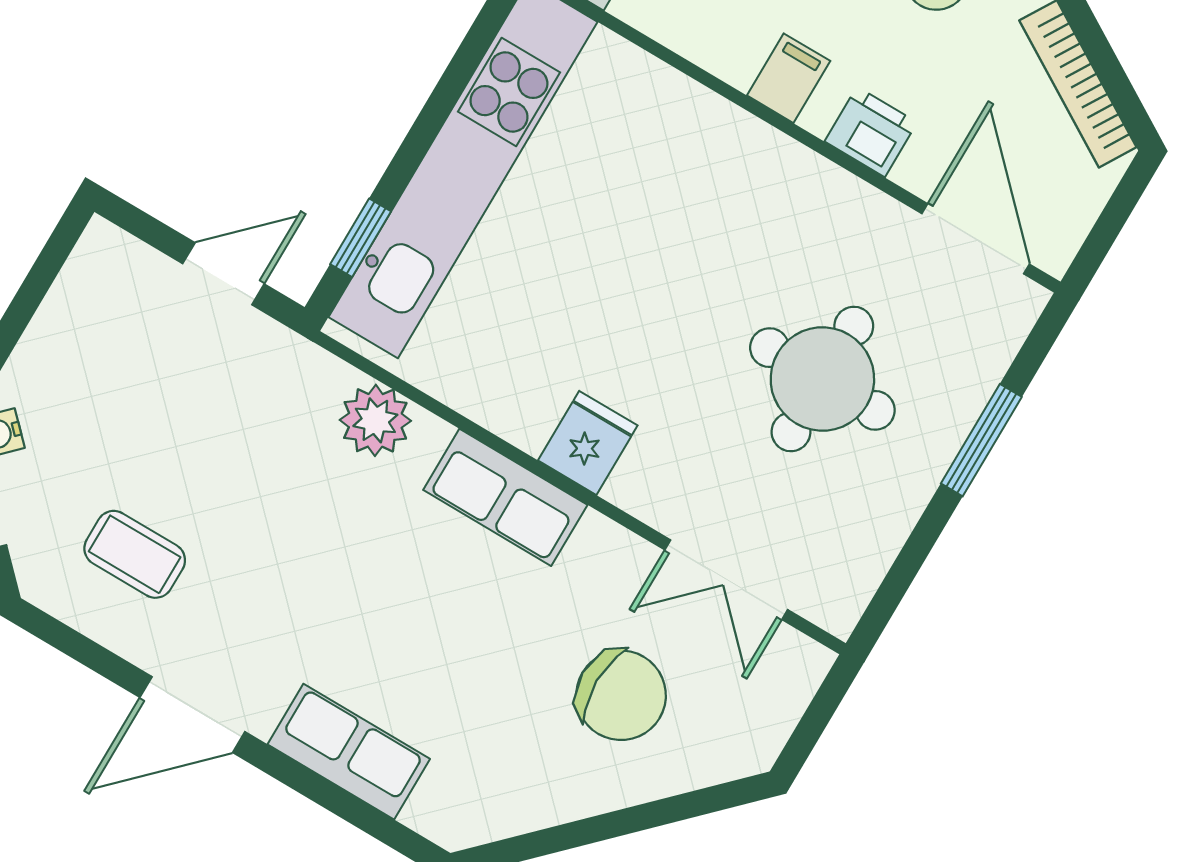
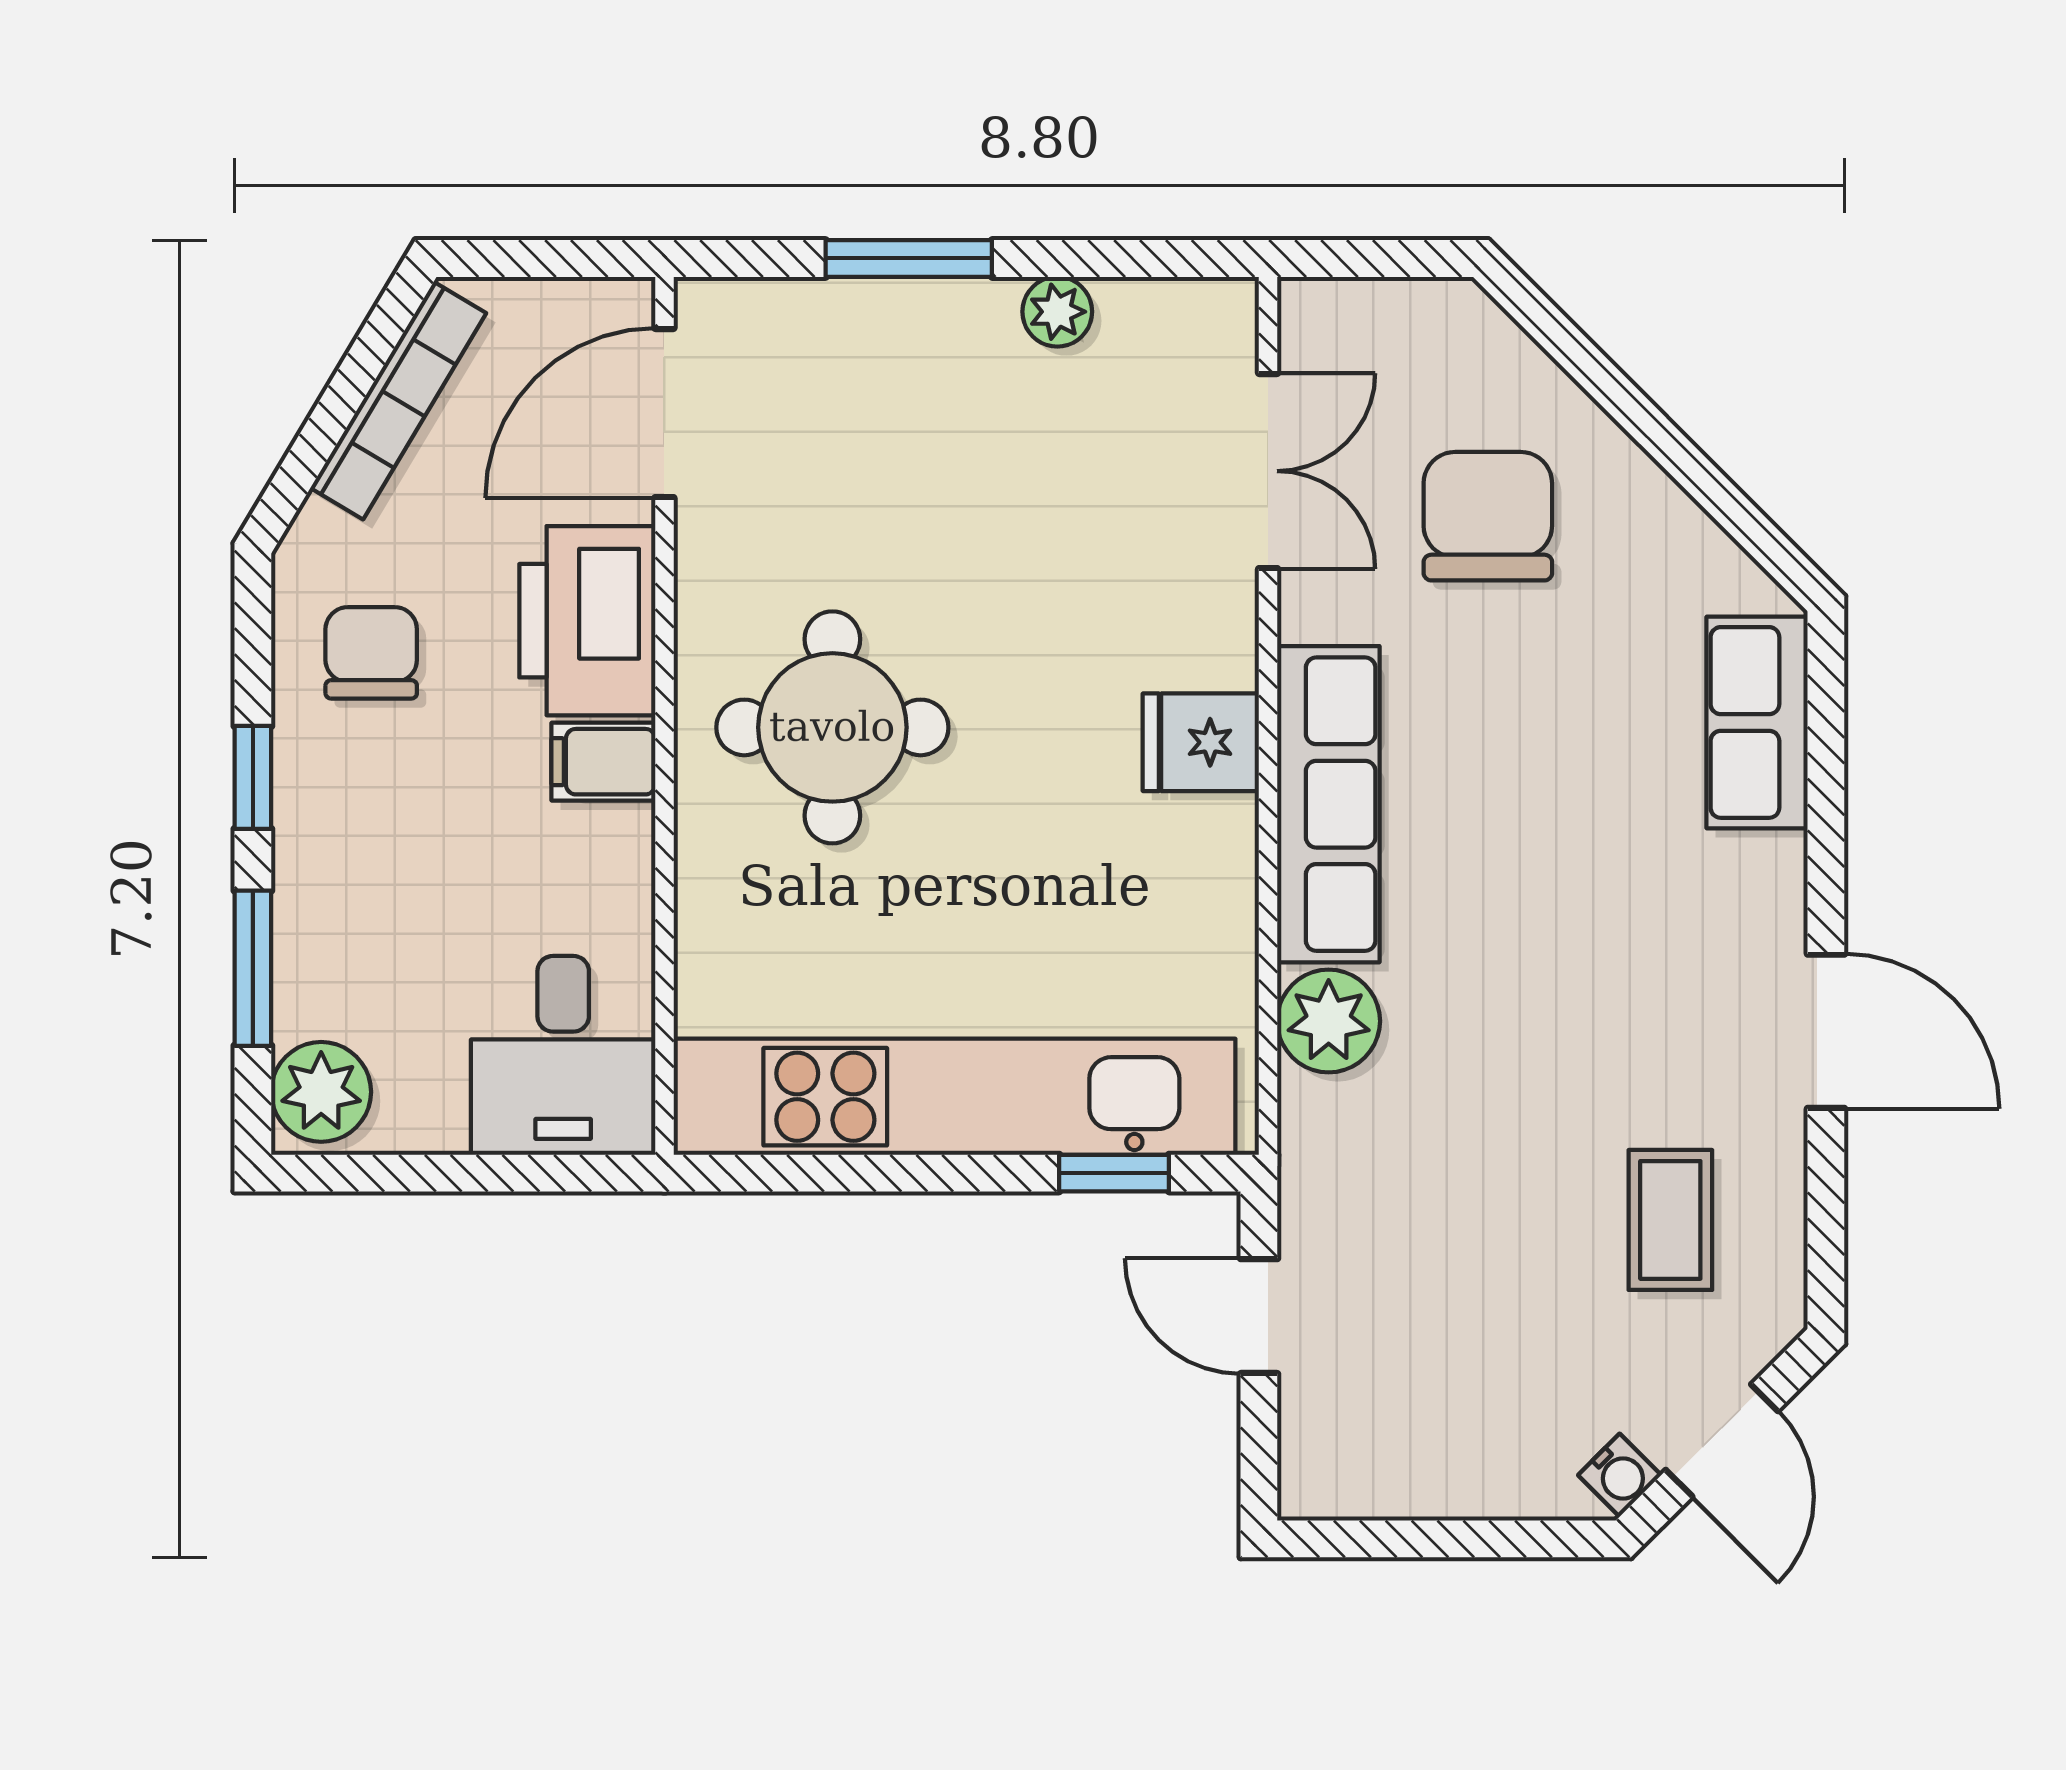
printer: (871, 132) -> (587, 621), width x1.87, depth x1.48
round table: (822, 379) -> (832, 727), moved
row of seats: (505, 497) -> (1328, 804), width x1.48
plant: (897, 510) -> (1057, 312), added
row of seats: (349, 752) -> (1757, 722), moved

